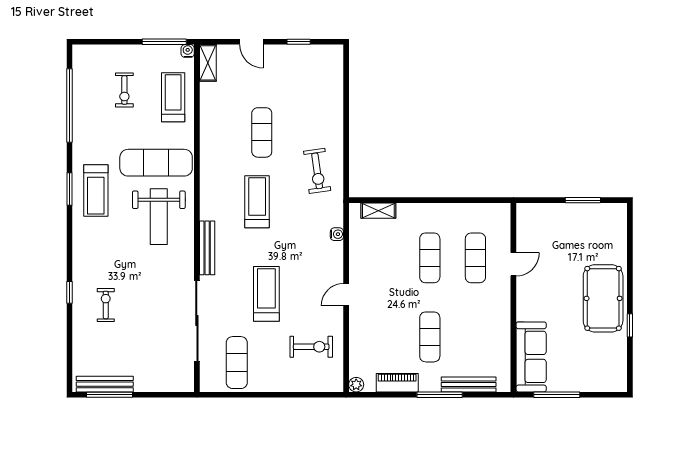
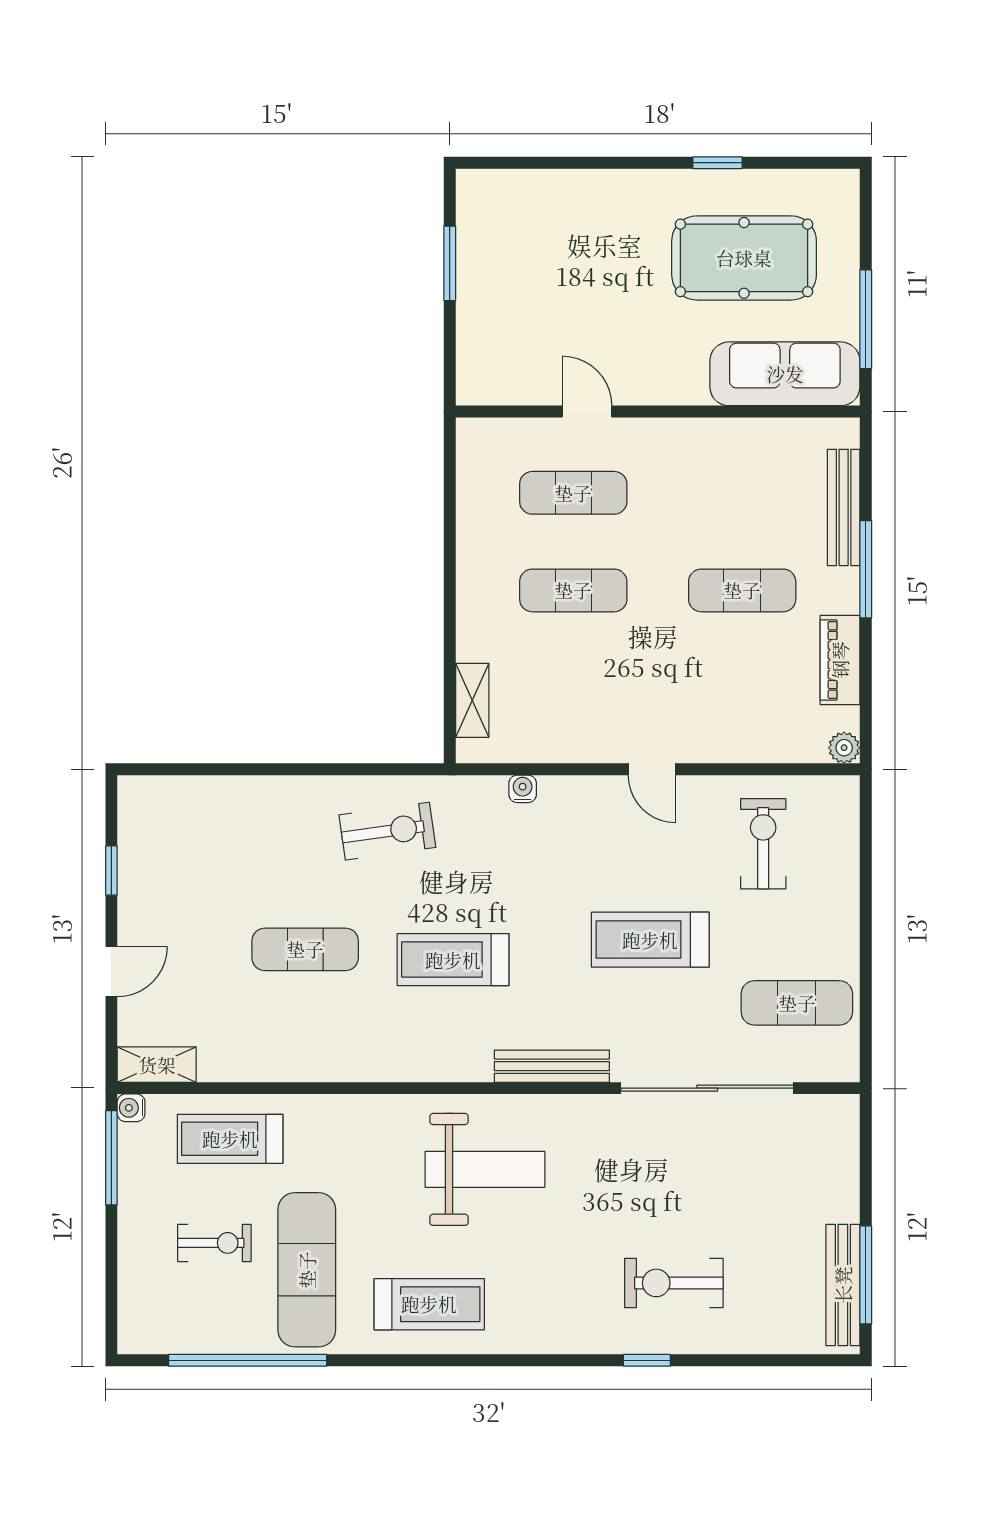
exercise mat: (156, 163) -> (307, 1270), moved
window: (69, 189) -> (426, 1360), removed
pool table: (603, 298) -> (744, 258), moved
exercise bike: (106, 305) -> (674, 1283), width x1.38, depth x1.39

